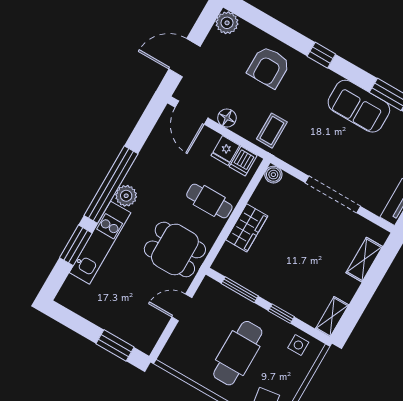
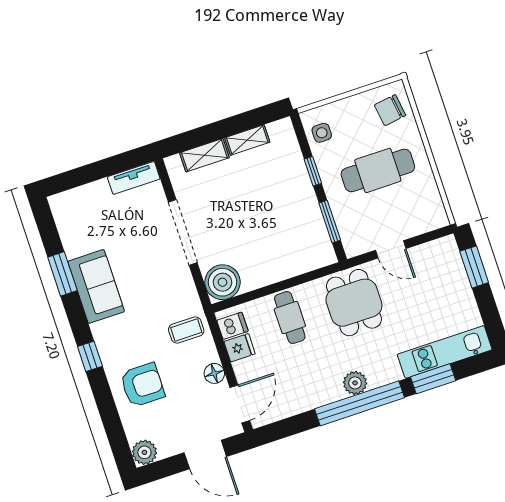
boiler: (273, 175) -> (222, 282), width x1.86, depth x1.86
wardrobe: (247, 228) -> (279, 268), removed
kitchen unit: (100, 243) -> (445, 352), moved
shelving: (332, 317) -> (247, 140), moved

